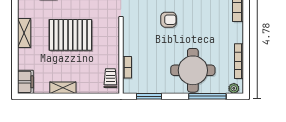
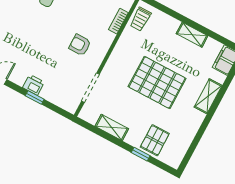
armchair: (169, 20) -> (80, 45), moved
shelving: (24, 33) -> (208, 96), moved

